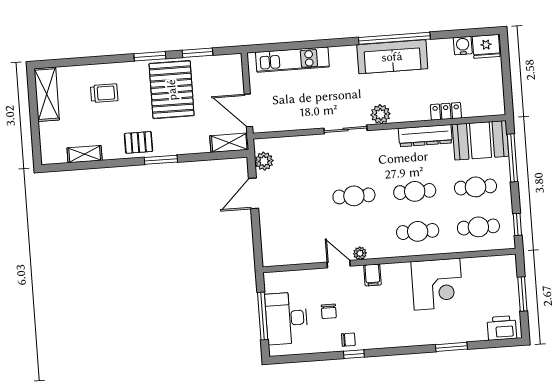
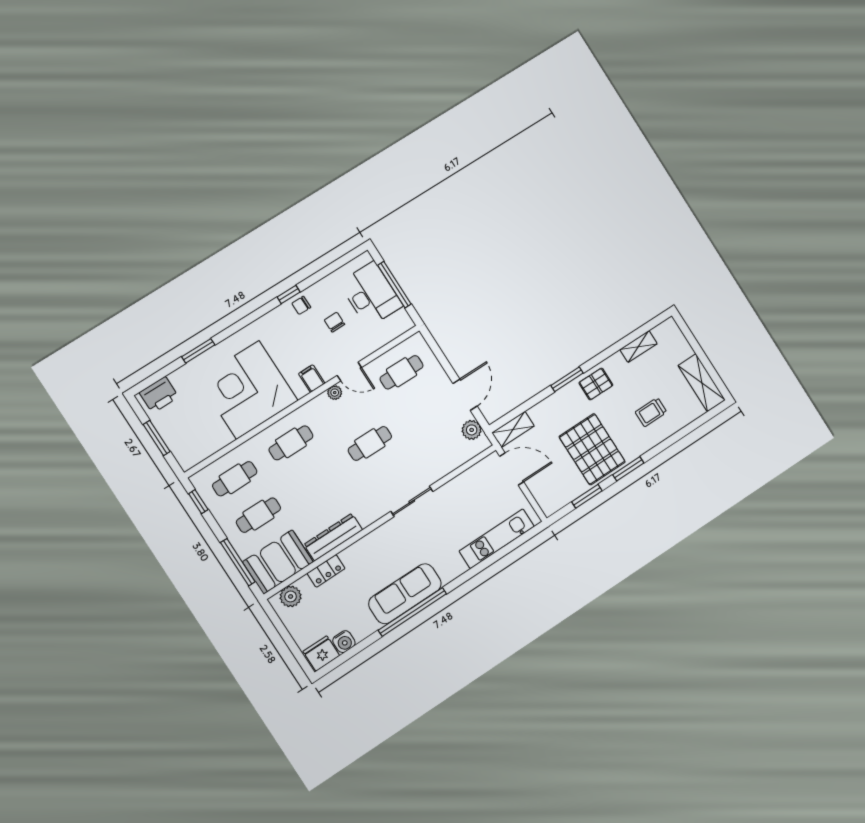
plant: (381, 114) -> (291, 596), moved
cafe table: (415, 191) -> (402, 372), moved
corner desk: (437, 284) -> (248, 390), width x1.36, depth x1.36

